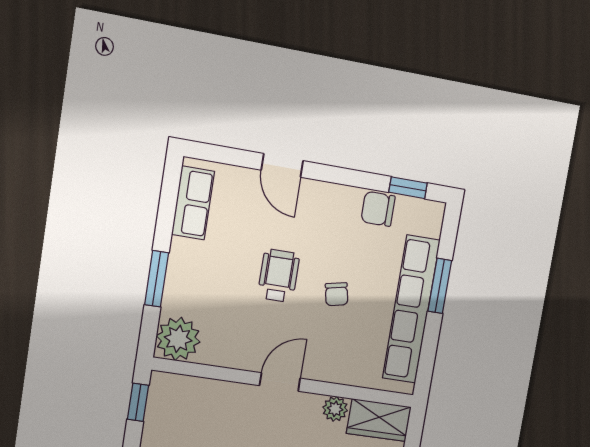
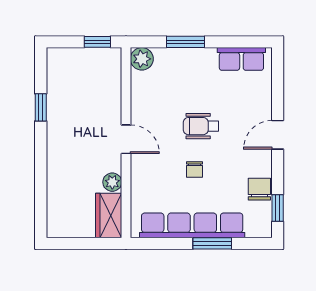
door: (282, 165) -> (278, 135), moved
wheelchair: (279, 276) -> (201, 126), turned 180
chair: (337, 294) -> (195, 169), turned -78
plant: (178, 339) -> (142, 59), width x0.73, depth x0.73

